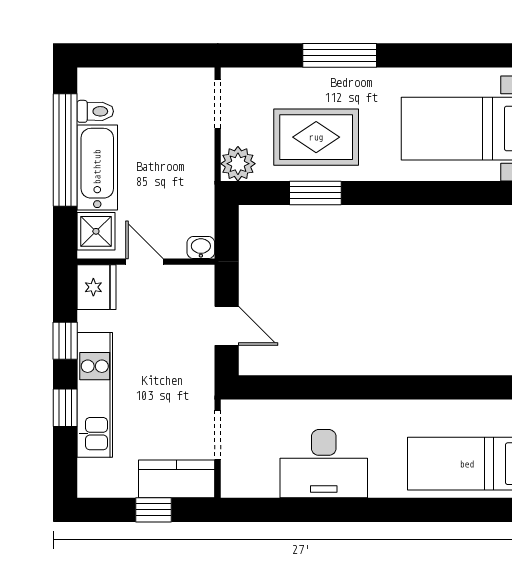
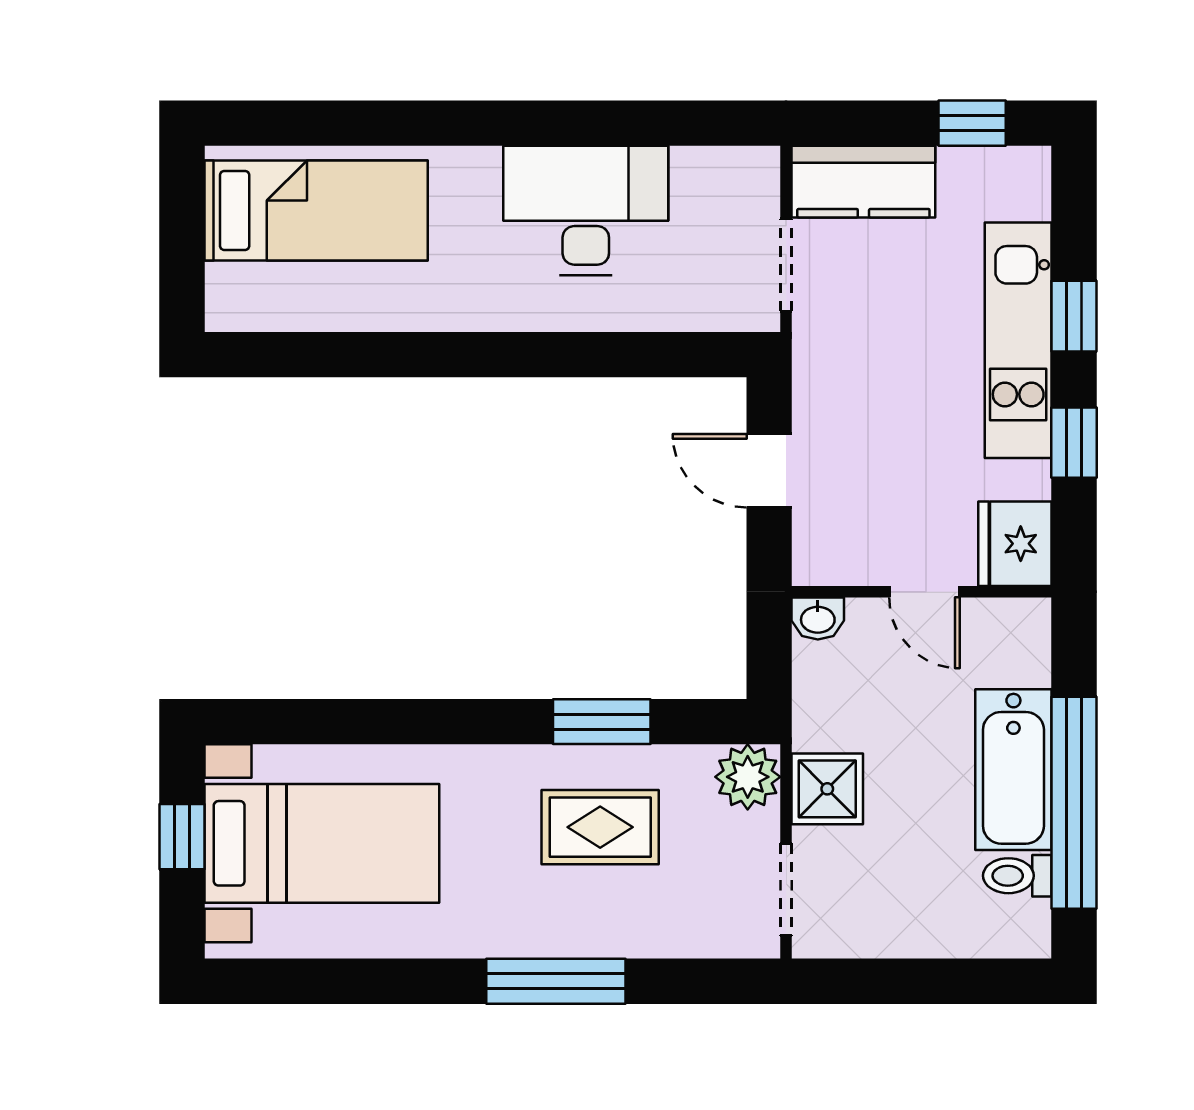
rug: (316, 137) -> (600, 827), width x0.73, depth x0.70
shower: (96, 231) -> (827, 789), moved
window: (153, 510) -> (972, 123), moved

